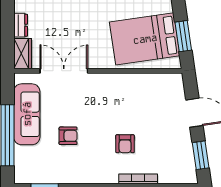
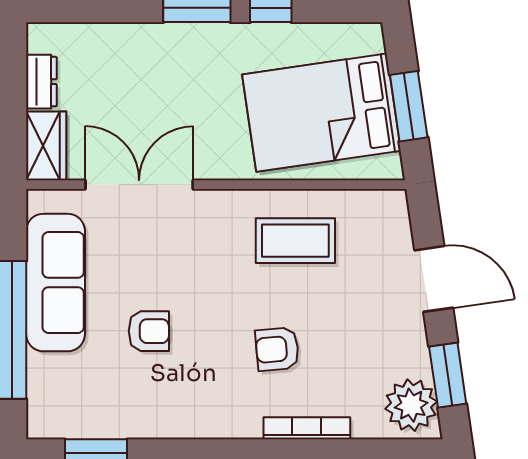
coffee table: (133, 96) -> (295, 241), added
armchair: (125, 144) -> (277, 349), turned 85
plant: (184, 169) -> (411, 405), added

